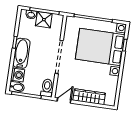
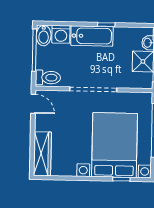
wardrobe: (89, 97) -> (42, 154), moved

